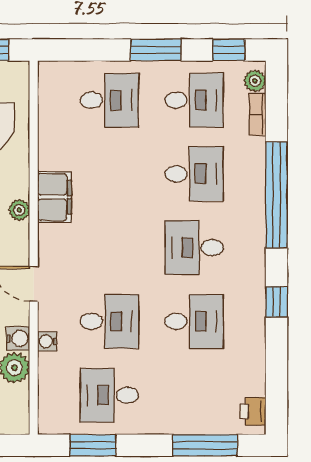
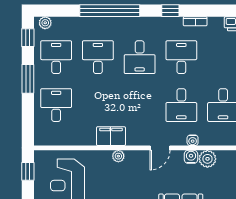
bookcase: (258, 115) -> (195, 21), moved
desk: (109, 321) -> (181, 105), turned 180

